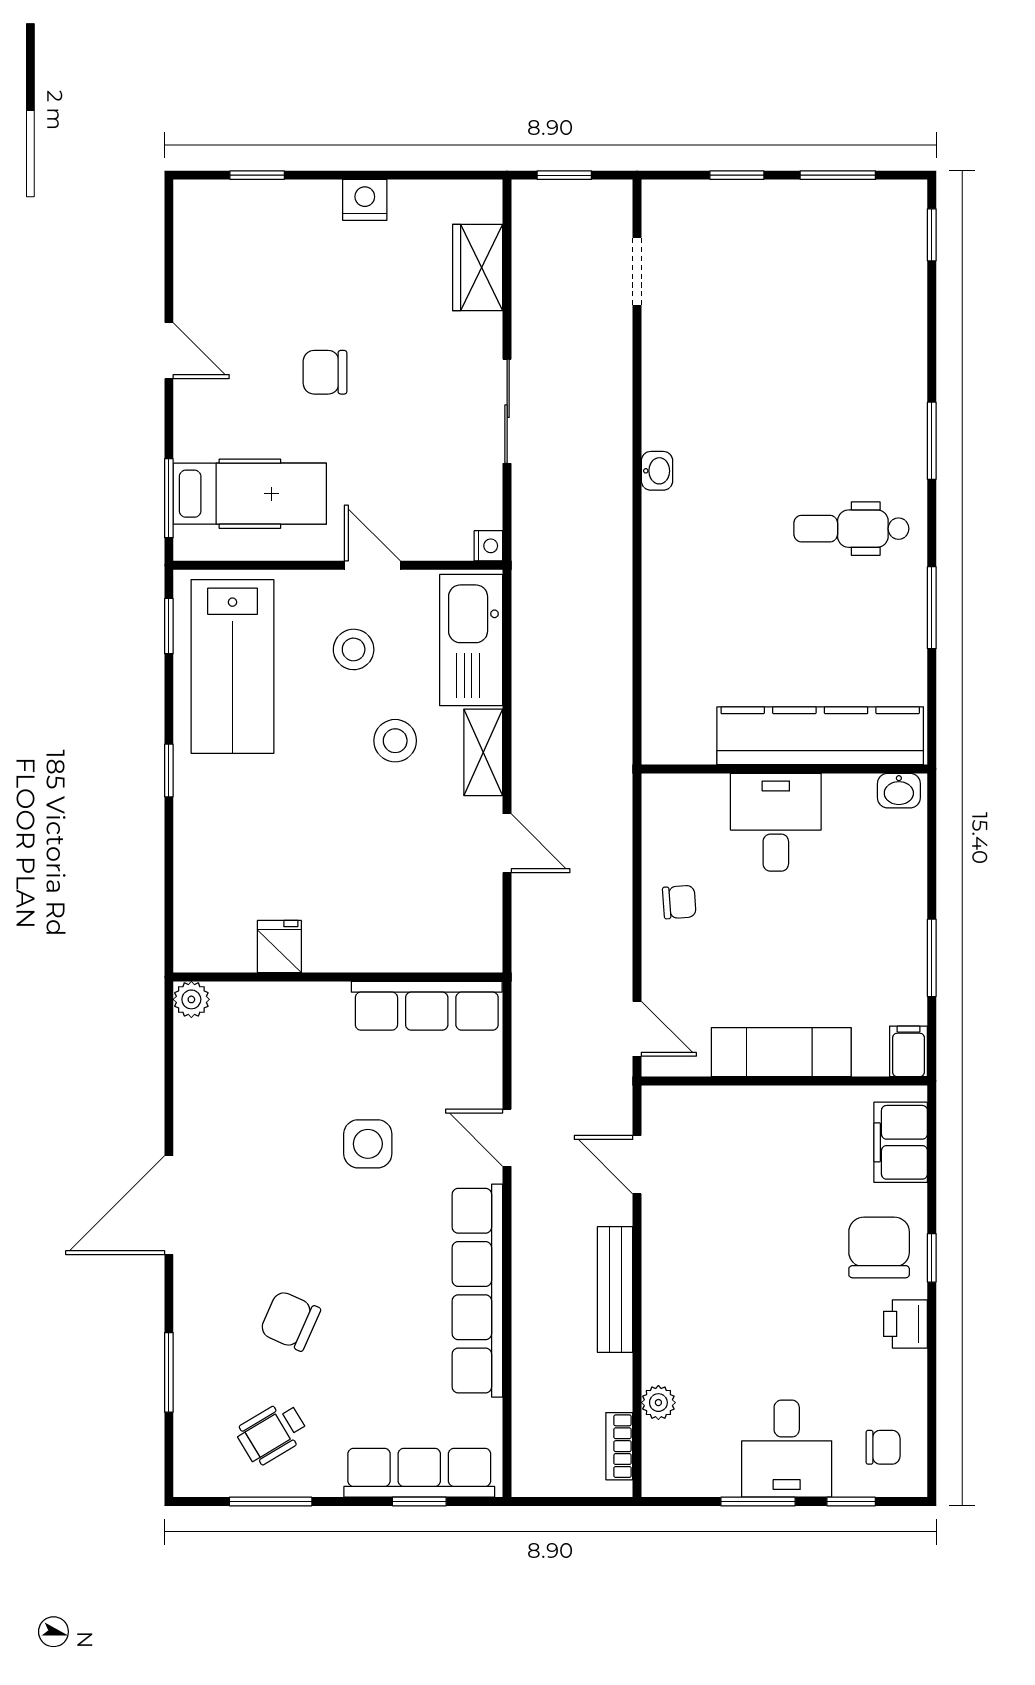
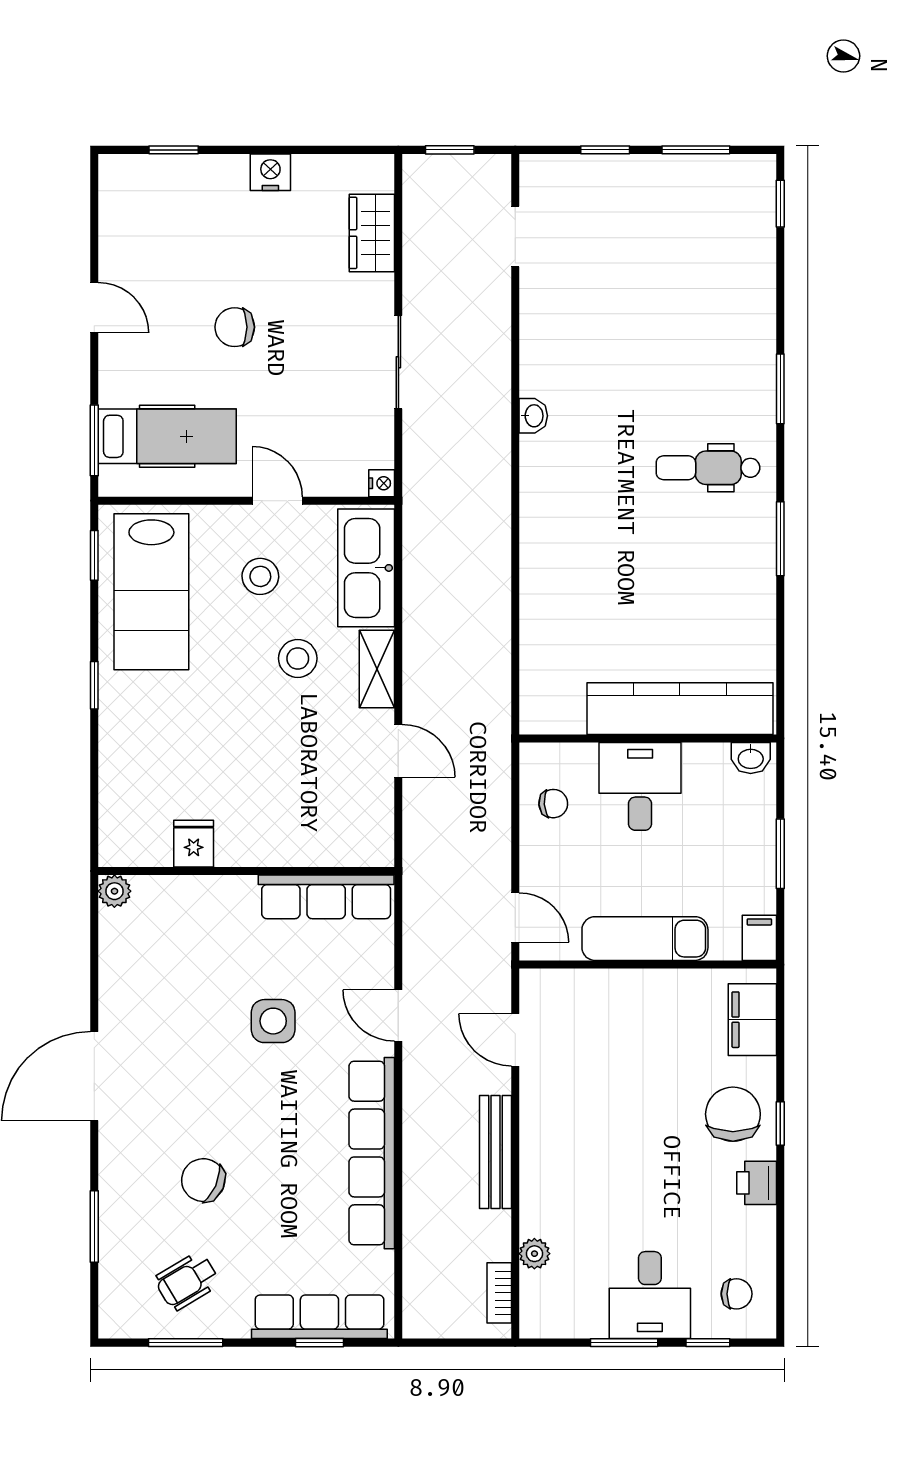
kitchen counter: (820, 736) -> (680, 709), moved
wall: (784, 769) -> (648, 738), moved
washbasin: (899, 791) -> (751, 758), moved
desk: (776, 822) -> (640, 786), moved

